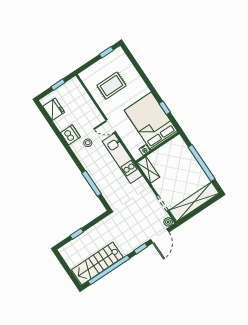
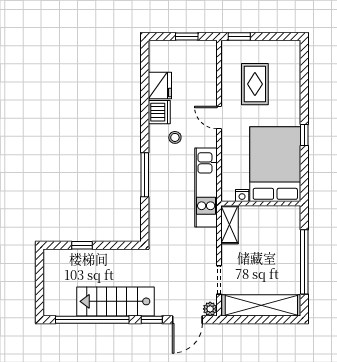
window: (106, 52) -> (239, 37), moved
rug: (111, 86) -> (255, 84), turned 90
window: (165, 108) -> (304, 135), moved
fridge: (54, 109) -> (160, 86), moved
door: (111, 126) -> (219, 118), moved
window: (92, 183) -> (145, 175), moved
stairs: (97, 264) -> (115, 301), moved

